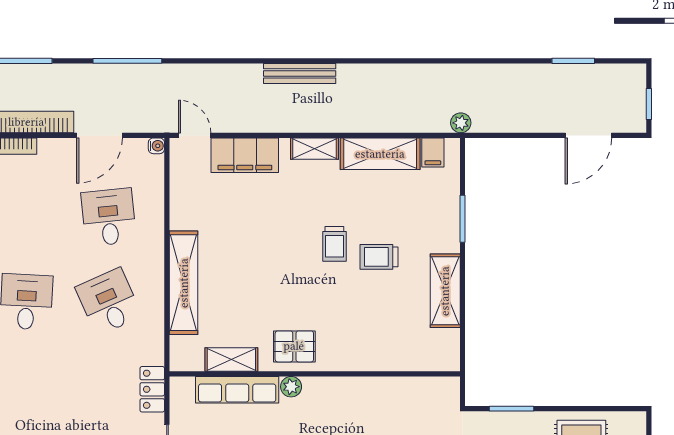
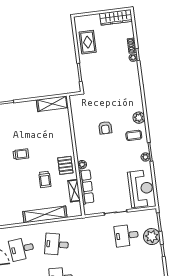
trolley: (379, 257) -> (45, 179), moved
shelving: (445, 291) -> (52, 104), moved
desk: (109, 302) -> (57, 244), turned 36
locker: (152, 389) -> (91, 222), removed

